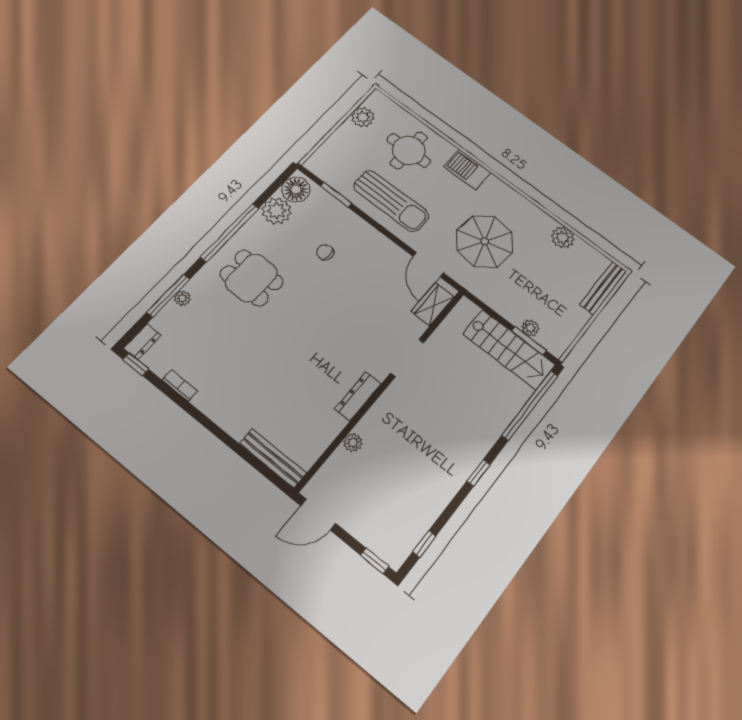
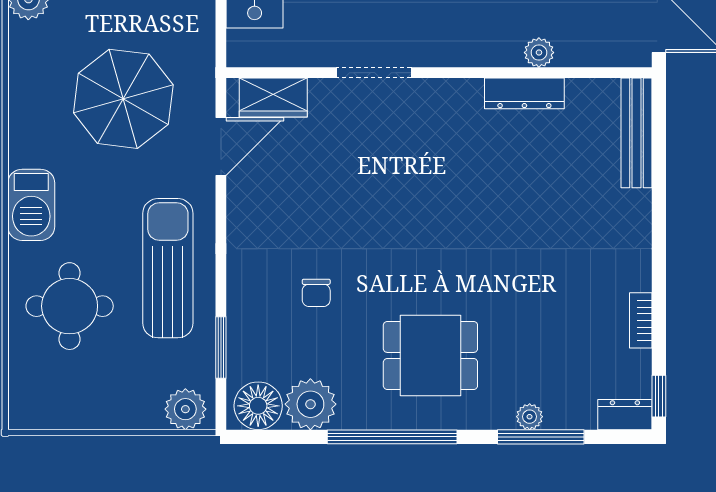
plant: (363, 117) -> (185, 409), moved
dining table: (252, 278) -> (430, 355), turned 90
dresser: (358, 396) -> (524, 93), moved

